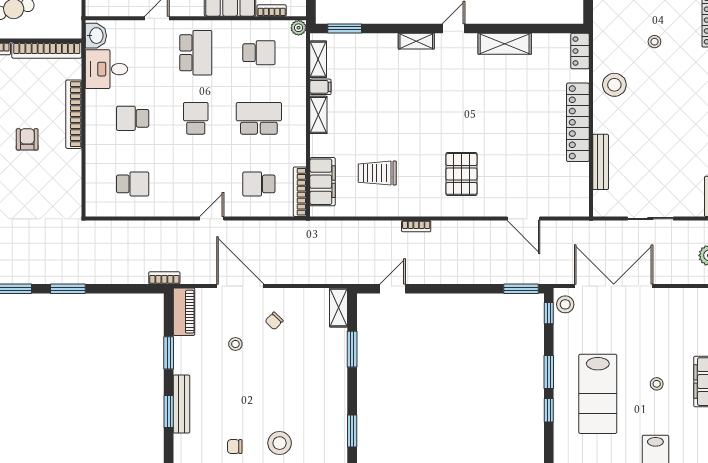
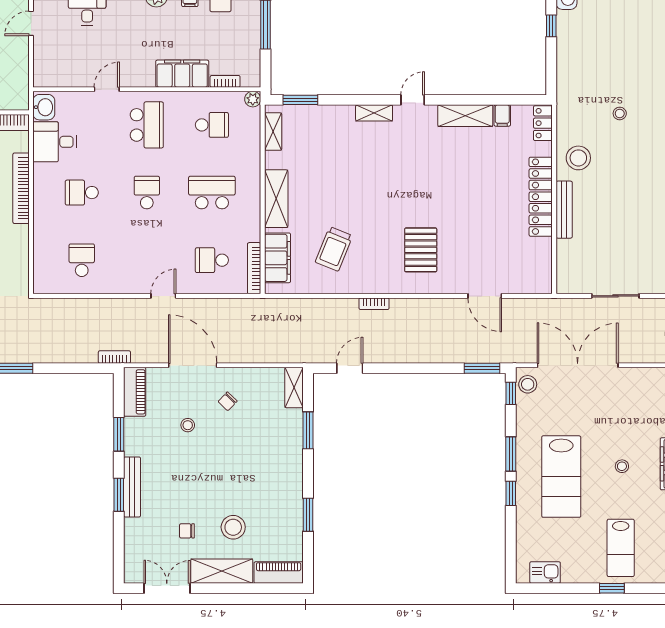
filing cabinet: (320, 87) -> (502, 116), moved, turned 90
shelving: (318, 115) -> (276, 199), width x1.50, depth x1.33
bench: (601, 162) -> (564, 210), moved
trolley: (377, 173) -> (334, 249), turned -68
school desk: (133, 184) -> (82, 260), turned -90

